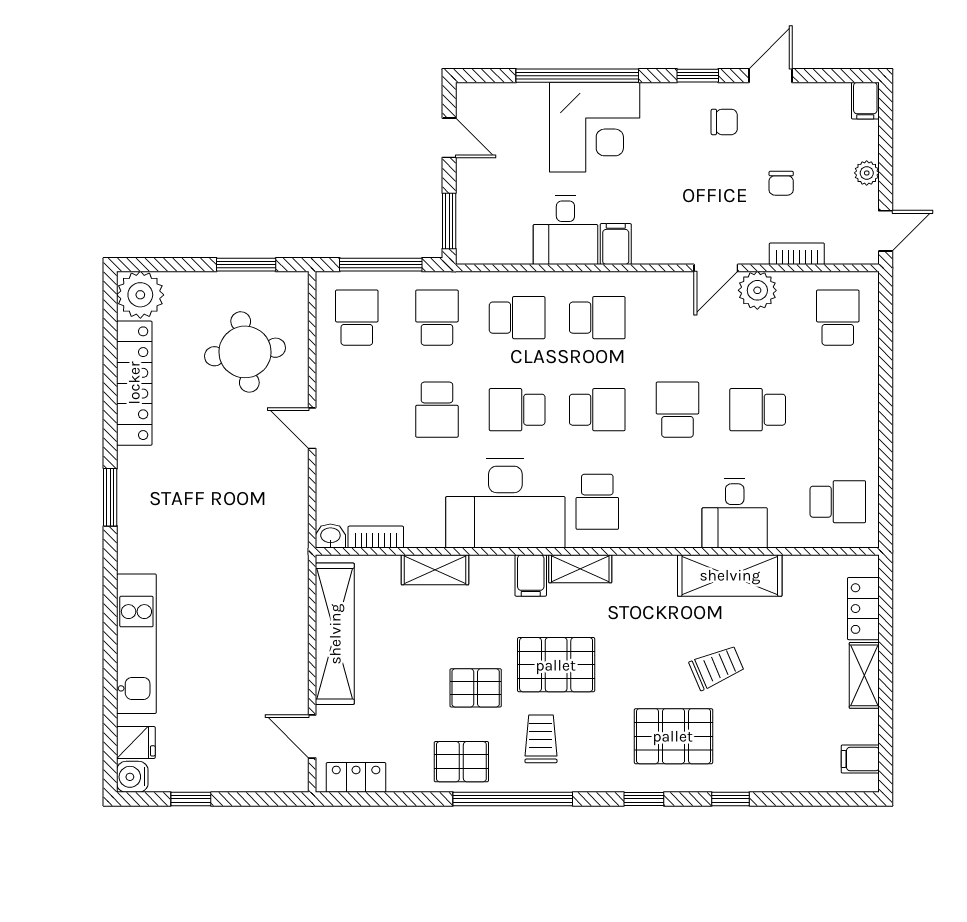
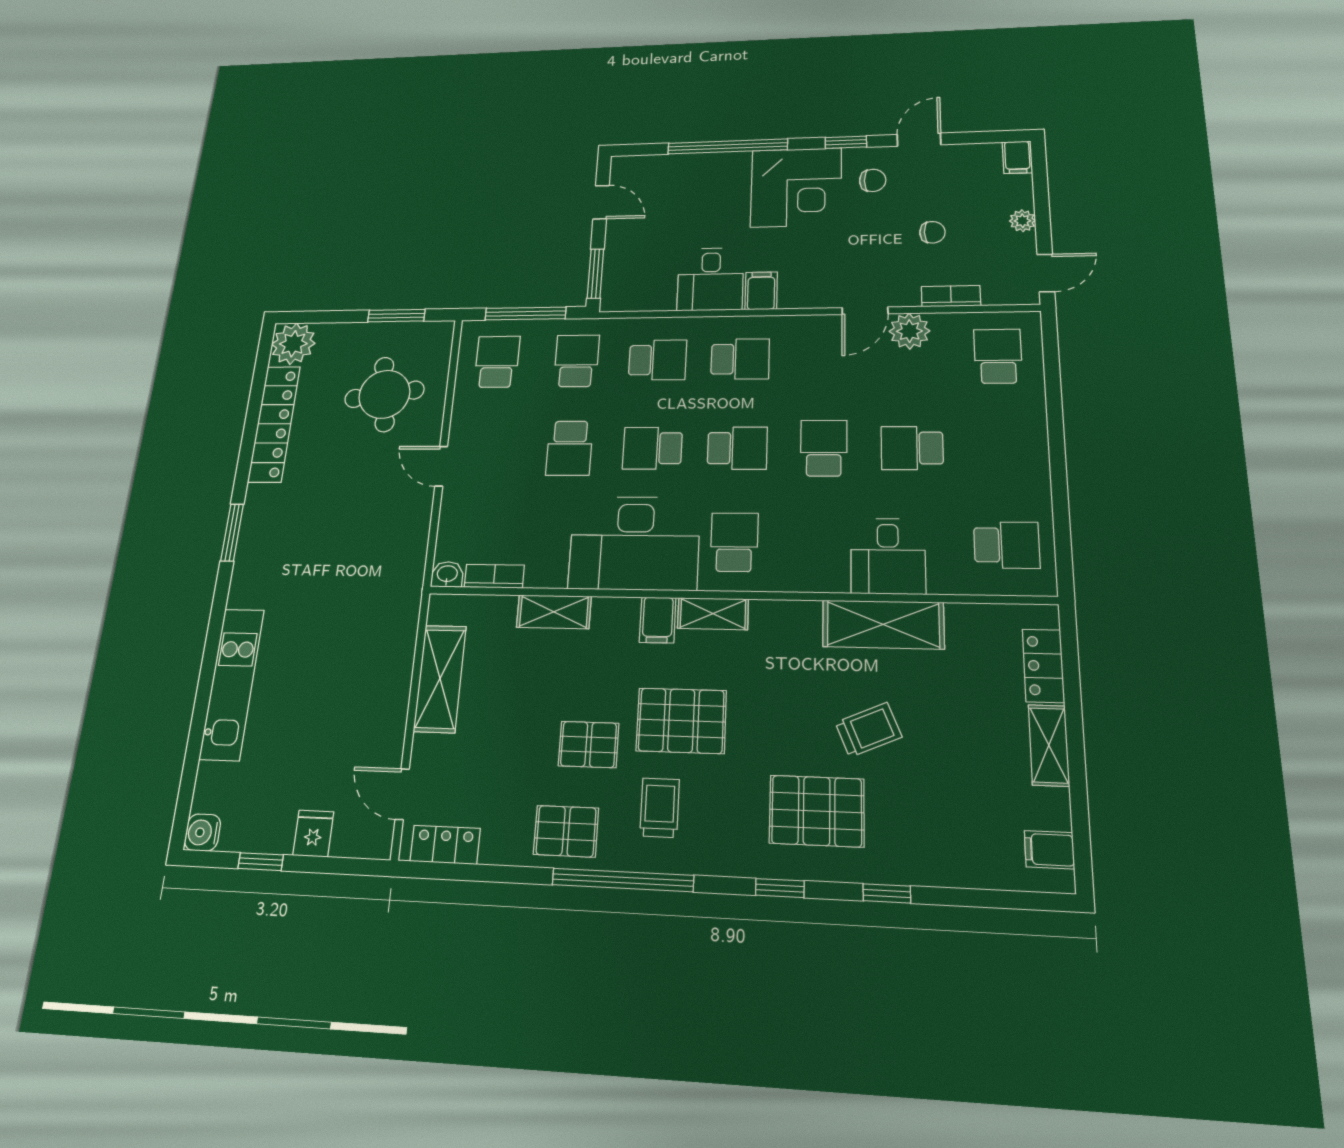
corner desk: (595, 127) -> (796, 187), moved
chair: (781, 183) -> (932, 232), turned -90
school desk: (597, 502) -> (734, 542), turned 180
shelving: (335, 634) -> (440, 679), width x0.68
fridge: (136, 743) -> (313, 834), moved, turned -90

